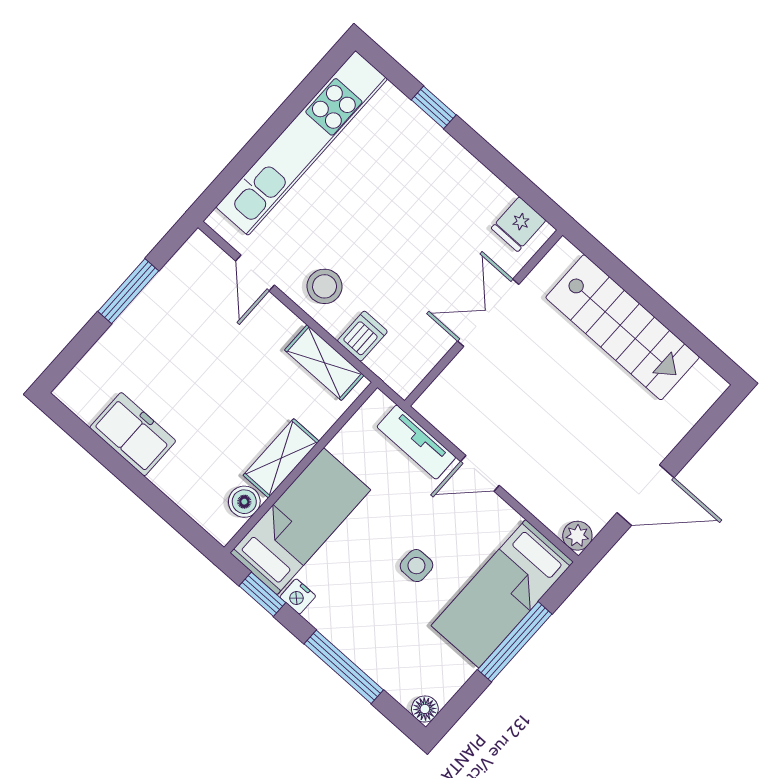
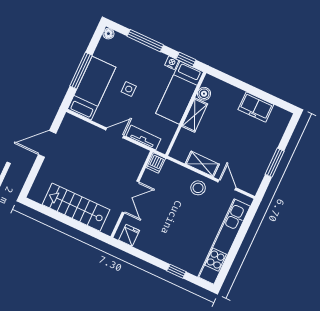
dishwasher: (362, 336) -> (156, 163), moved
shelving: (324, 363) -> (202, 164), moved
plant: (577, 536) -> (69, 120), removed

